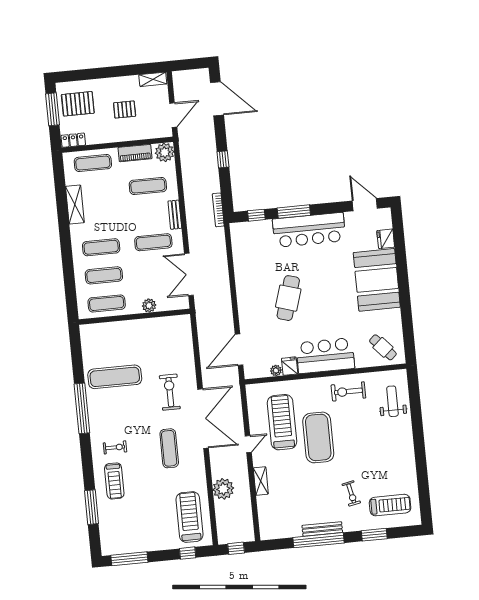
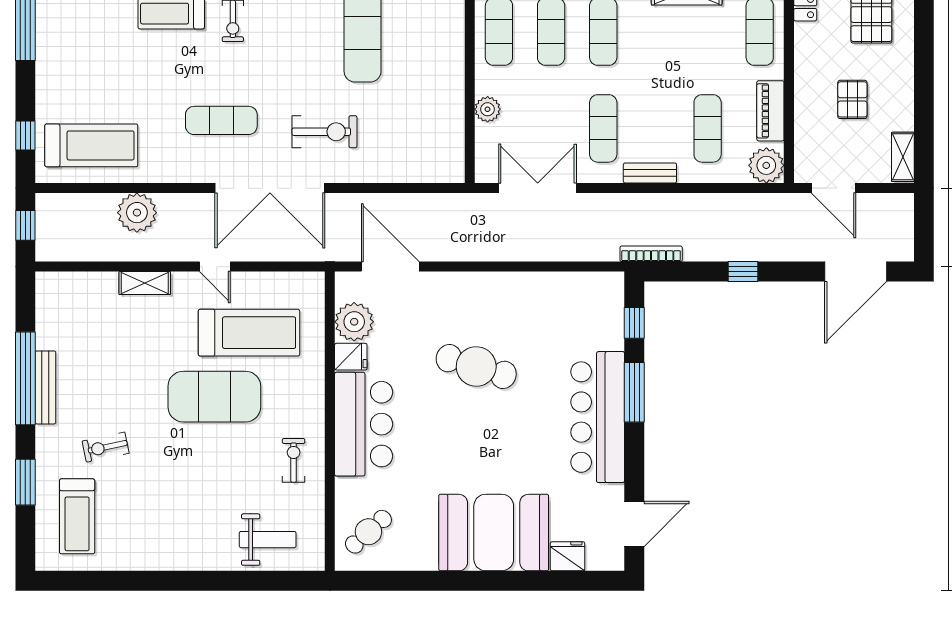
plant: (276, 371) -> (354, 322), width x1.87, depth x1.87
exercise bike: (348, 391) -> (294, 460), width x0.73, depth x0.72

